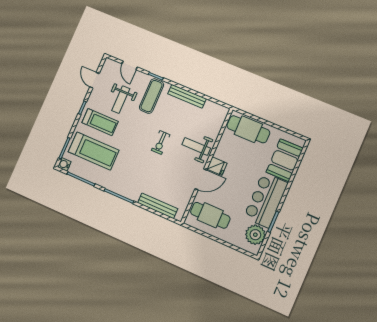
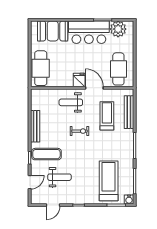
treadmill: (100, 122) -> (107, 116), moved
weight bench: (196, 146) -> (71, 102), turned 90

